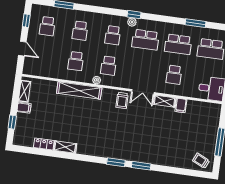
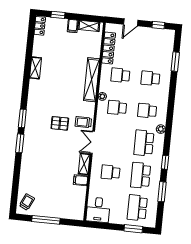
window: (134, 15) -> (165, 162), moved
school desk: (47, 26) -> (154, 46), removed
locker: (48, 72) -> (109, 48), added
pallet: (122, 124) -> (60, 123), added
locker: (44, 144) -> (40, 26), moved

